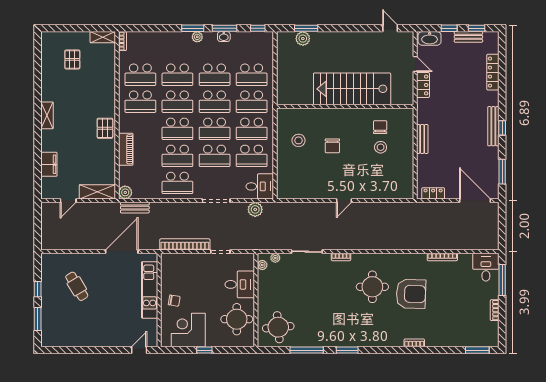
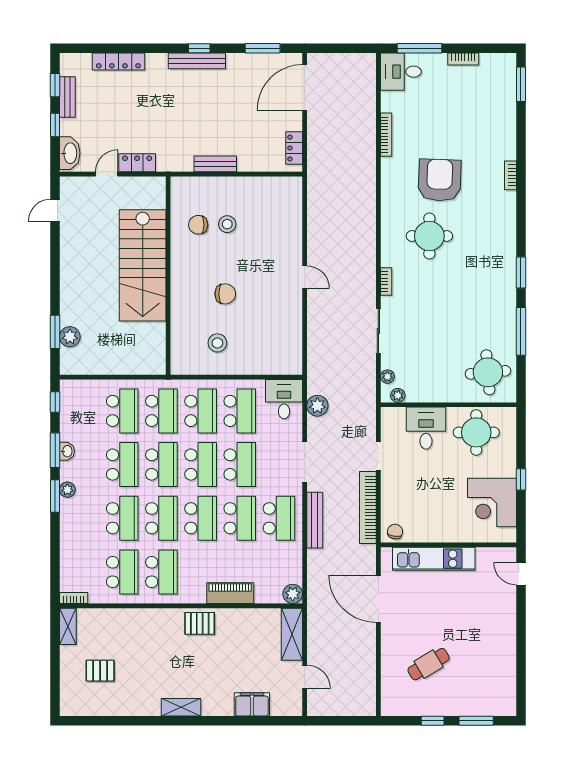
bench: (135, 208) -> (315, 520), moved, width x1.36
chair: (174, 301) -> (395, 532), moved

